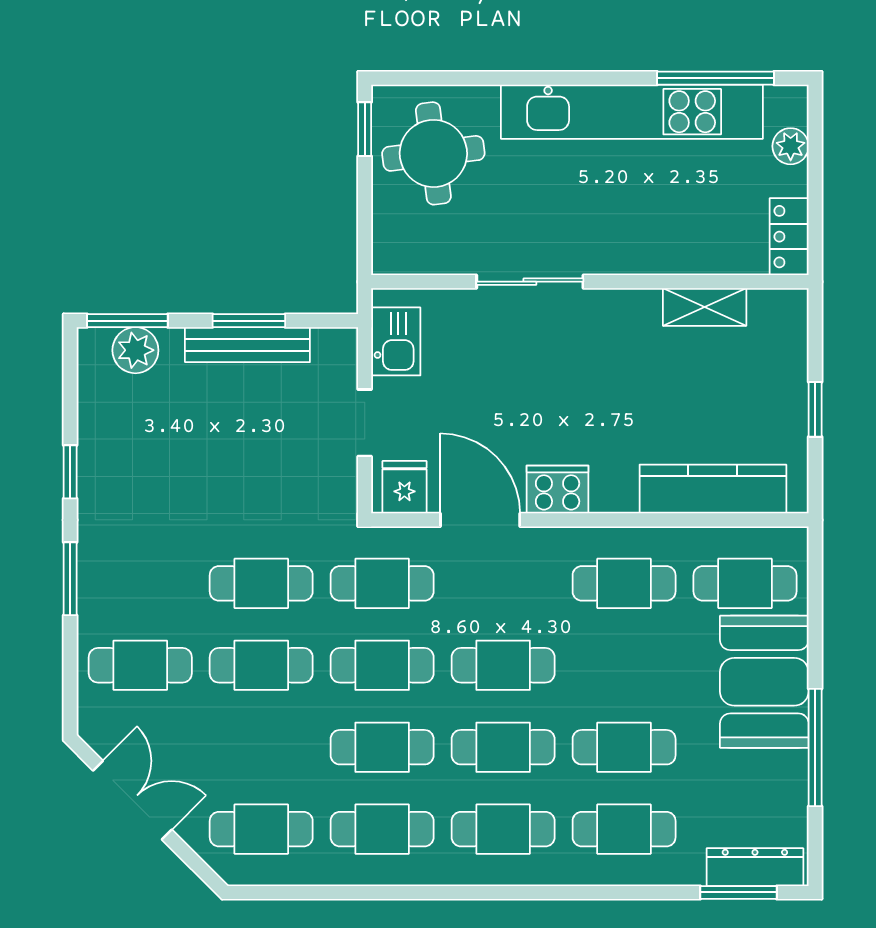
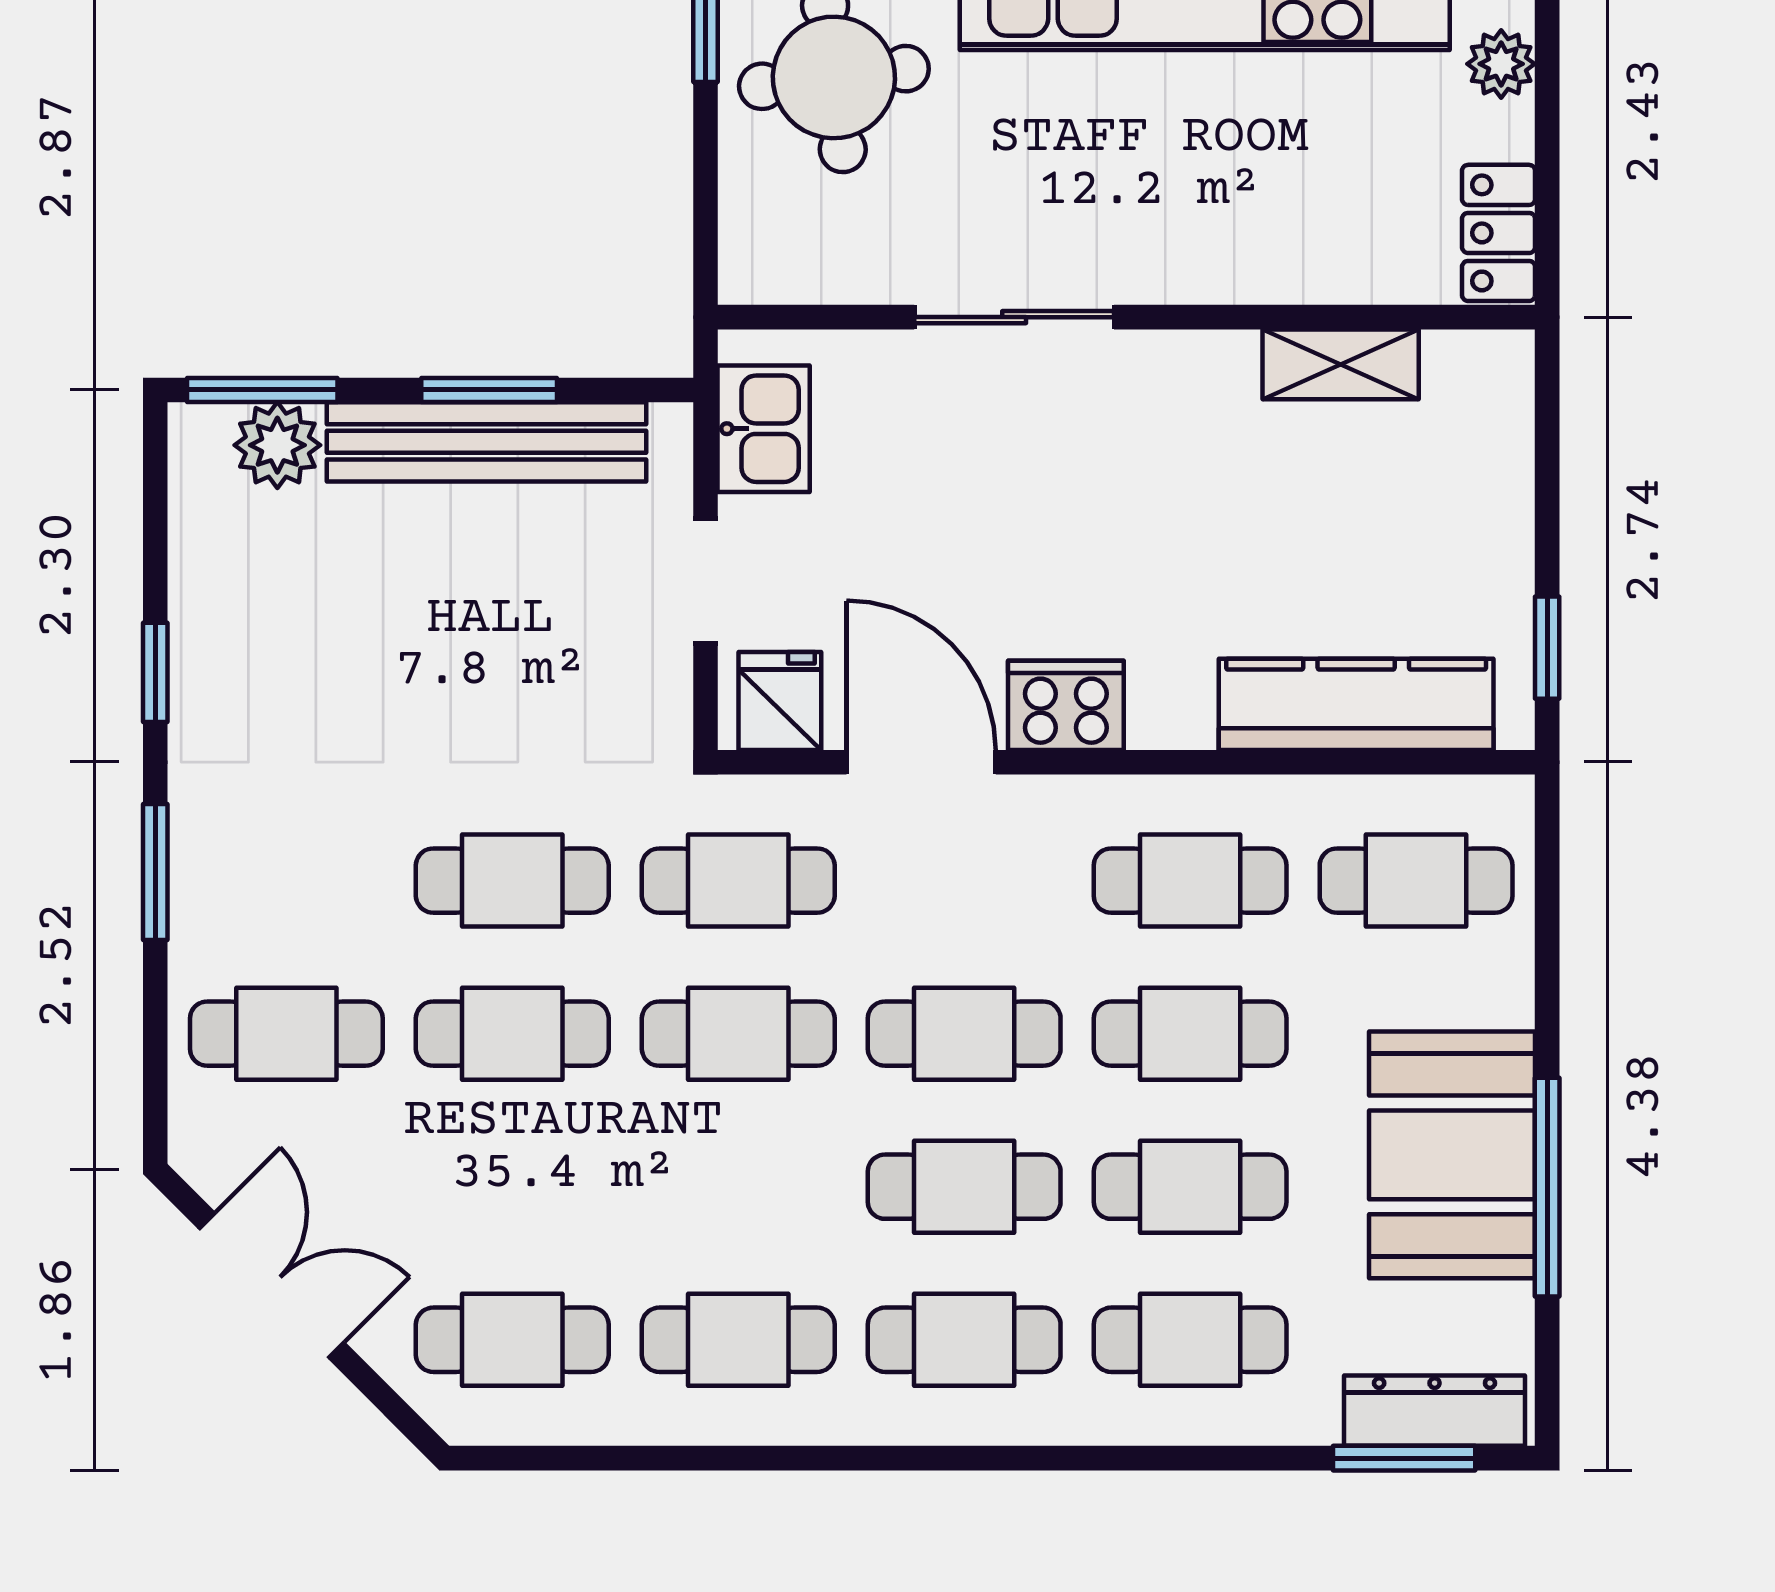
bench: (247, 345) -> (487, 442), width x1.37, depth x1.21
window: (815, 409) -> (1547, 648), moved
booth: (764, 682) -> (1452, 1155), moved
cafe table: (382, 747) -> (1190, 1034), moved

